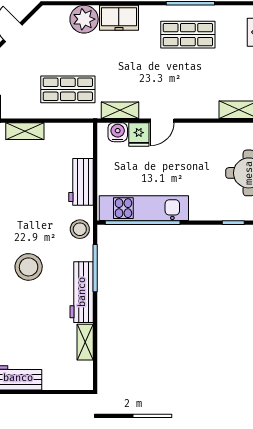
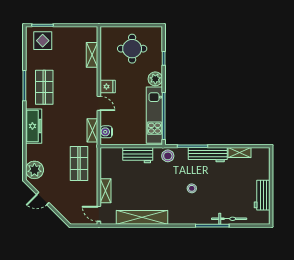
freezer: (119, 18) -> (34, 126), width x1.40
plant: (84, 19) -> (34, 170), moved
fridge: (139, 134) -> (108, 87), moved
plant: (201, 210) -> (155, 79), added
stool: (29, 267) -> (192, 188), width x0.53, depth x0.53

